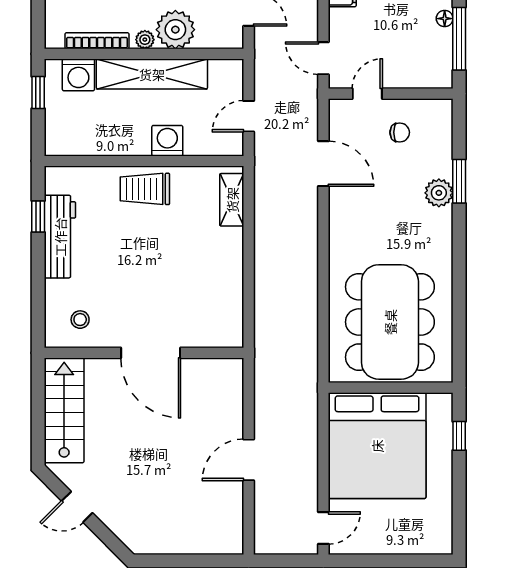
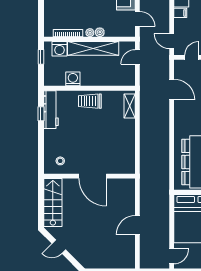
plant: (175, 30) -> (100, 32), width x0.53, depth x0.53
door: (249, 116) -> (137, 57), moved
washing machine: (167, 141) -> (73, 79), moved
workbench: (60, 237) -> (51, 110), moved

